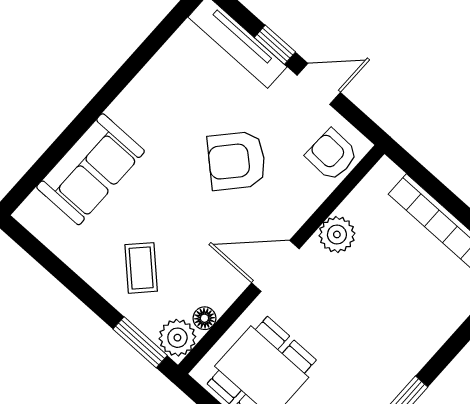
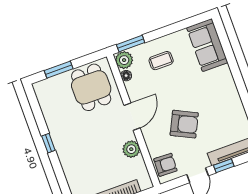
armchair: (237, 161) -> (184, 124), turned 74
sofa: (91, 169) -> (207, 45), moved
coffee table: (141, 268) -> (161, 61), turned -44

